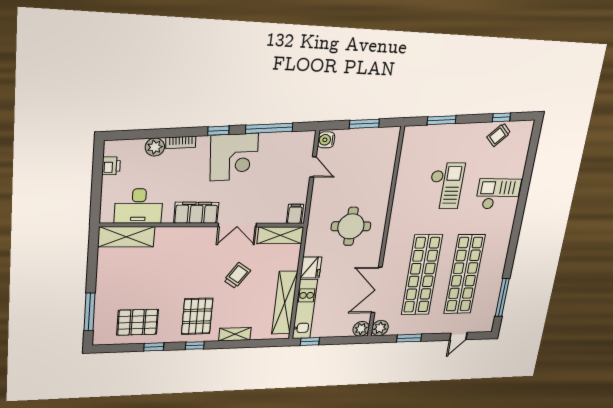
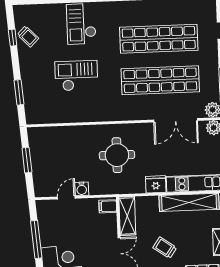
water cooler: (326, 140) -> (82, 189), moved

